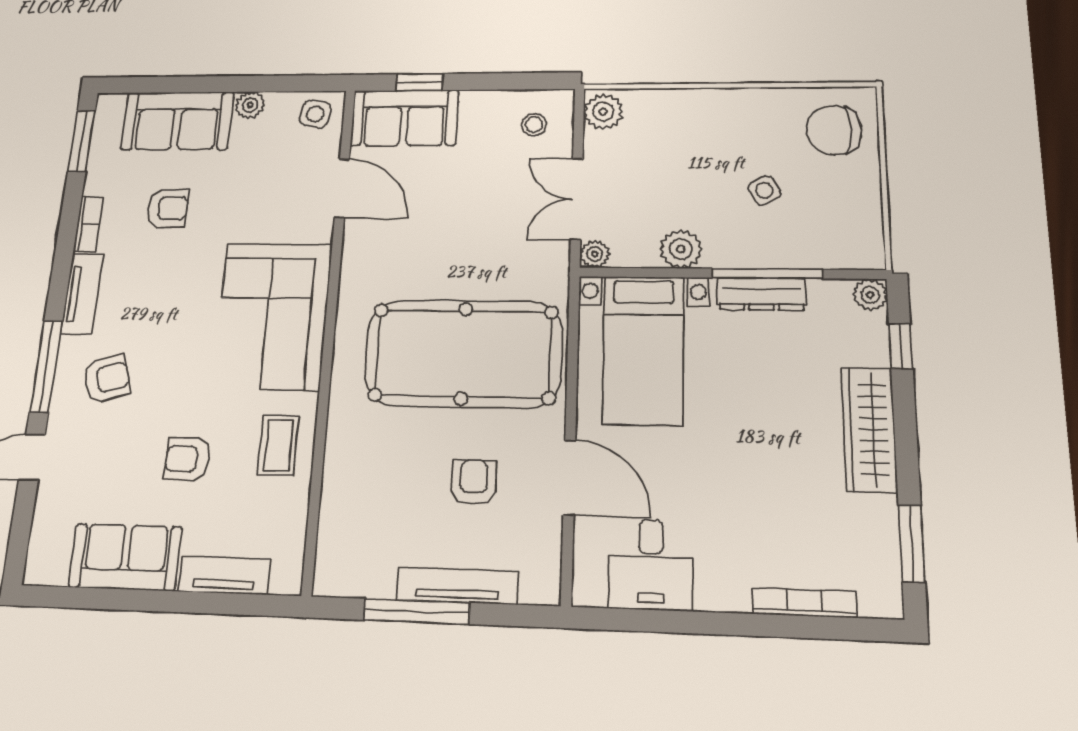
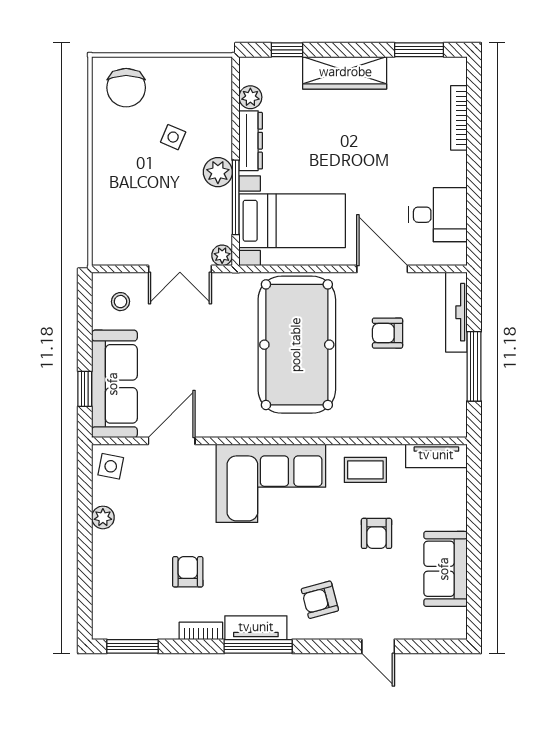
plant: (603, 112) -> (110, 251), removed
sofa: (405, 118) -> (114, 384), width x1.36
sofa: (177, 121) -> (116, 573), removed
side table: (764, 190) -> (173, 137), turned -37
plant: (681, 249) -> (218, 172), moved
window: (767, 274) -> (236, 197), moved
plant: (870, 295) -> (250, 97), moved
window: (46, 366) -> (258, 646), moved
armchair: (107, 379) -> (320, 600), turned -89
door: (569, 477) -> (382, 269), hinge flipped
tv unit: (224, 575) -> (436, 456), moved, turned -90
tv unit: (457, 586) -> (456, 312), moved

